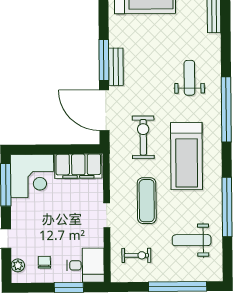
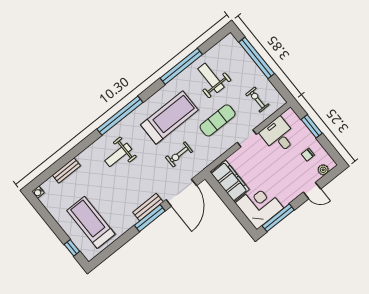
exercise bike: (143, 137) -> (179, 154), width x0.73, depth x0.72
weight bench: (192, 240) -> (211, 78), moved, turned 180
desk: (85, 265) -> (279, 136), moved

